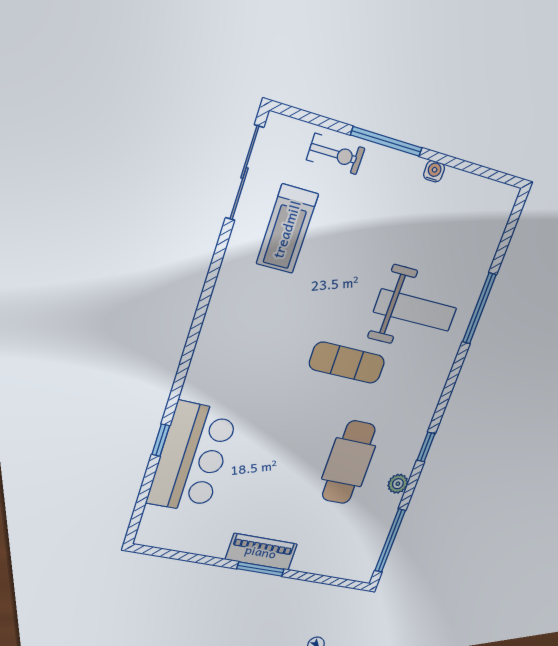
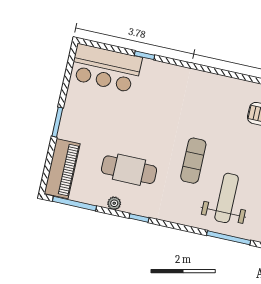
weight bench: (415, 310) -> (227, 198), turned 180
bar counter: (192, 458) -> (106, 68), moved
piano: (261, 552) -> (62, 169), moved, width x1.37, depth x1.33

